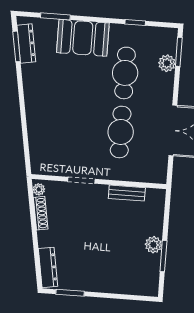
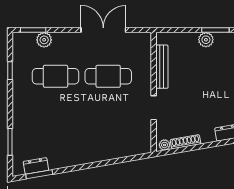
booth: (83, 38) -> (27, 116), removed
dresser: (26, 43) -> (36, 166), width x0.70
bench: (127, 193) -> (162, 67), width x1.36

